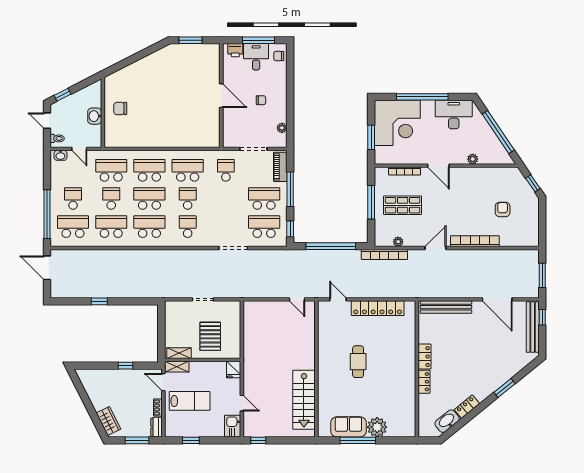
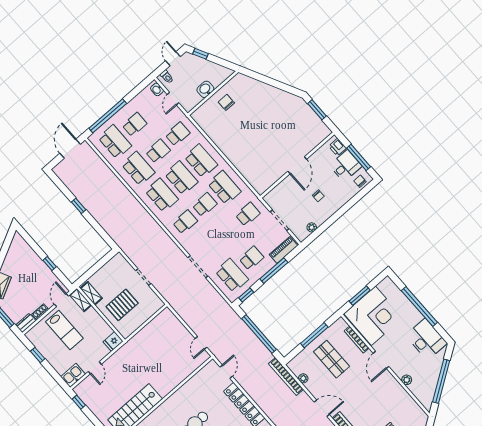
corner desk: (397, 123) -> (373, 316), moved, turned -90
school desk: (111, 170) -> (178, 134), width x0.54
school desk: (264, 198) -> (251, 258), width x0.54

